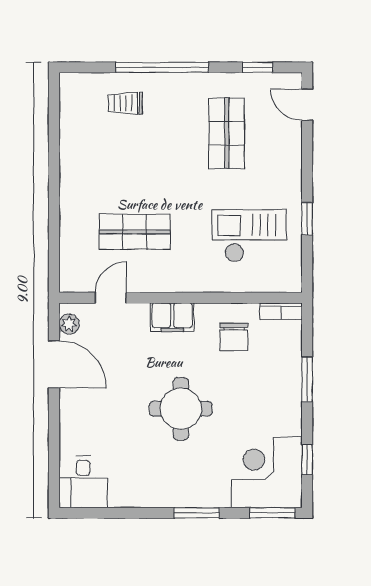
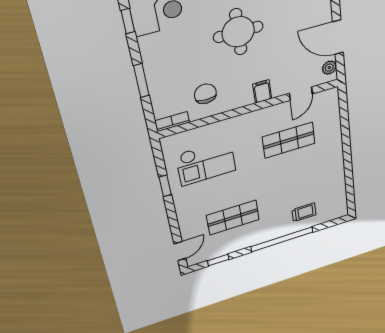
door: (307, 105) -> (180, 251), hinge flipped
shop shelf: (227, 133) -> (233, 218), turned 90
filing cabinet: (172, 317) -> (262, 91), width x0.50

